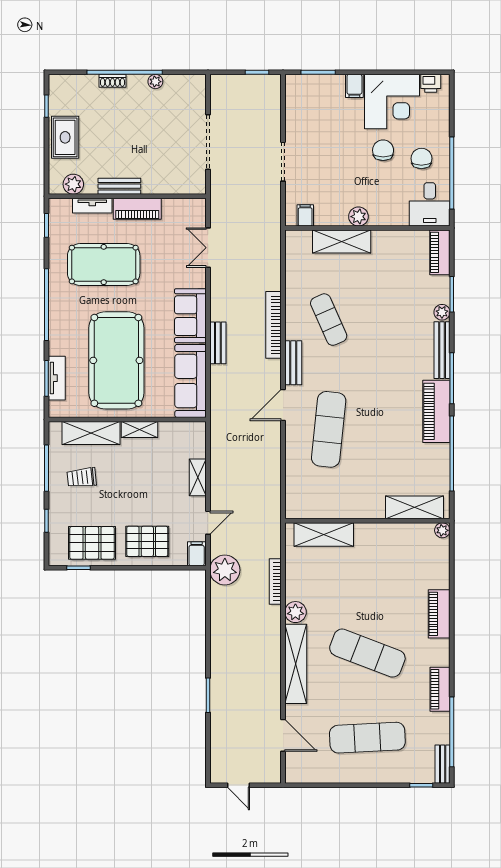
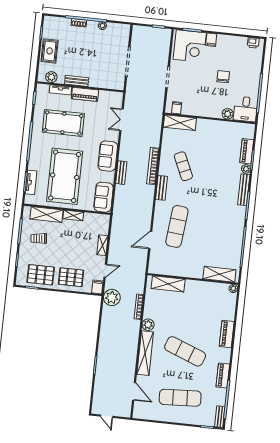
corner desk: (392, 102) -> (190, 46), moved
chair: (421, 158) -> (244, 83), removed
plant: (358, 217) -> (228, 114), moved
shelving: (342, 242) -> (180, 123), moved
piano: (440, 252) -> (247, 151), moved
sofa: (190, 381) -> (104, 197), width x0.73
door: (283, 405) -> (150, 240), moved
piano: (436, 411) -> (237, 223), removed

